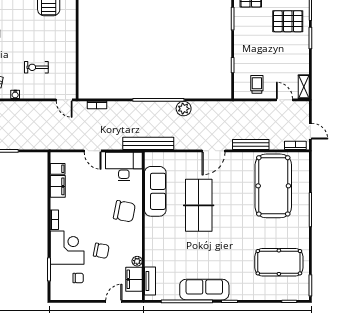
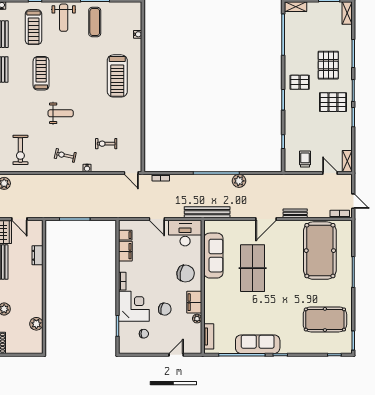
bench: (251, 145) -> (295, 213), width x0.73
filing cabinet: (134, 279) -> (194, 302), moved

